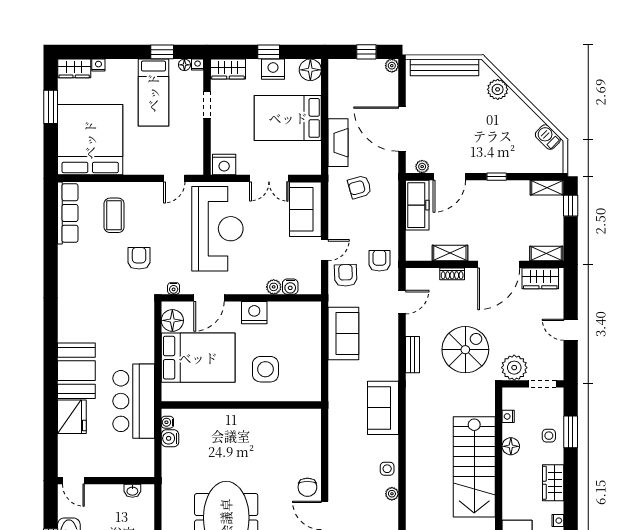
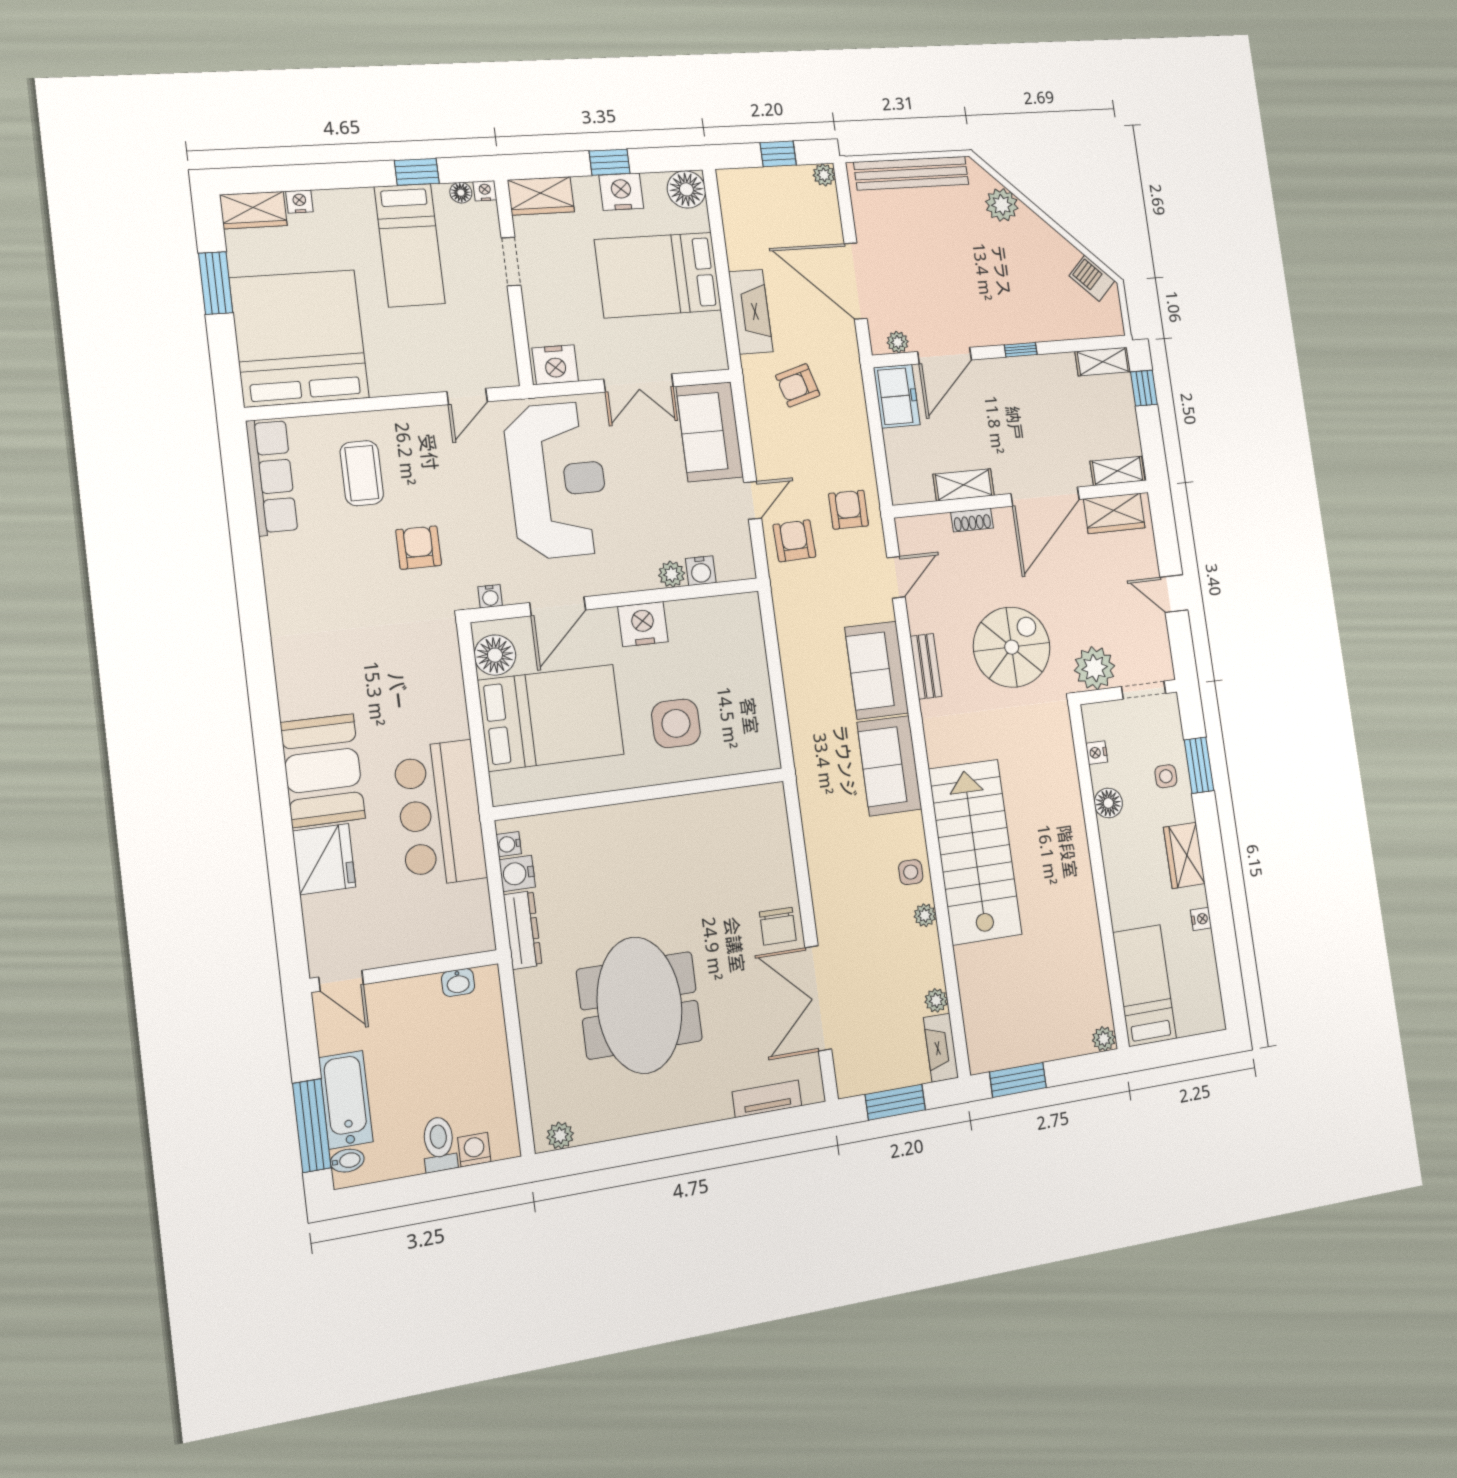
freezer: (417, 205) -> (897, 396), width x0.71
sofa: (343, 334) -> (877, 670), moved, turned 180
stairs: (474, 467) -> (975, 852), moved, turned 180
dresser: (169, 469) -> (523, 930), added

